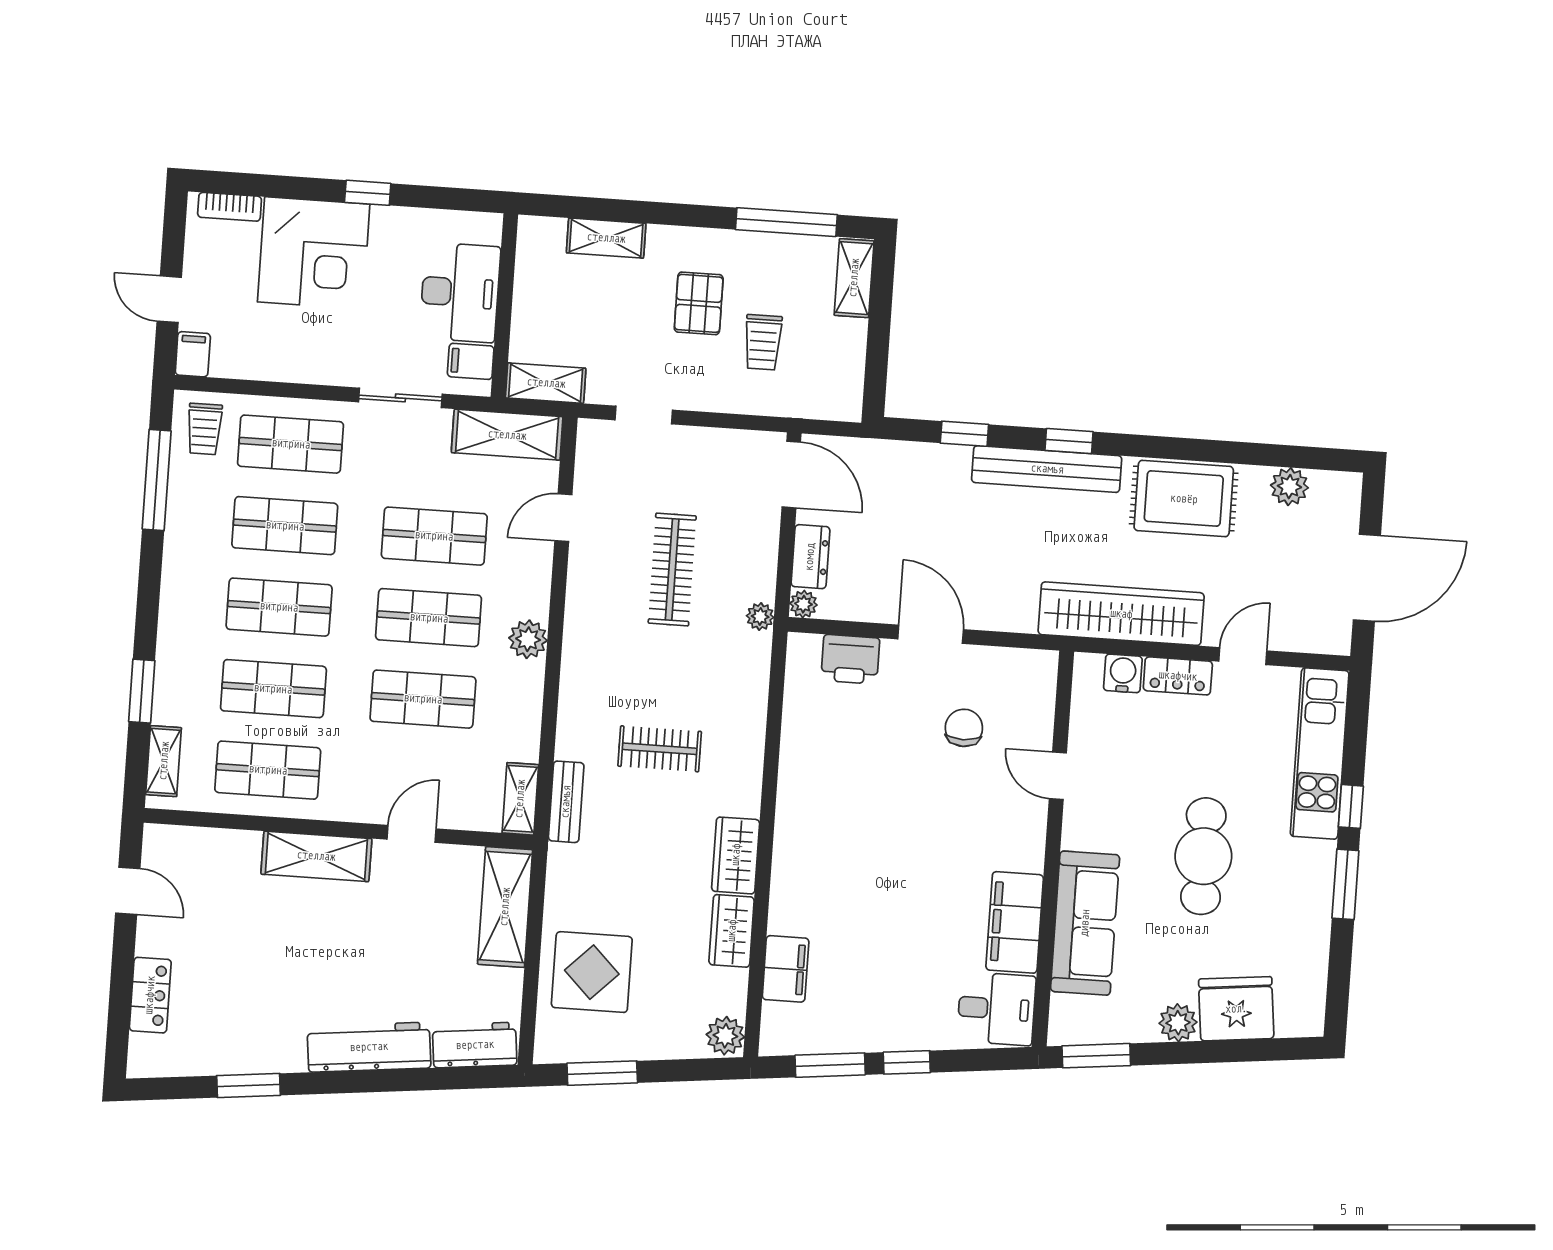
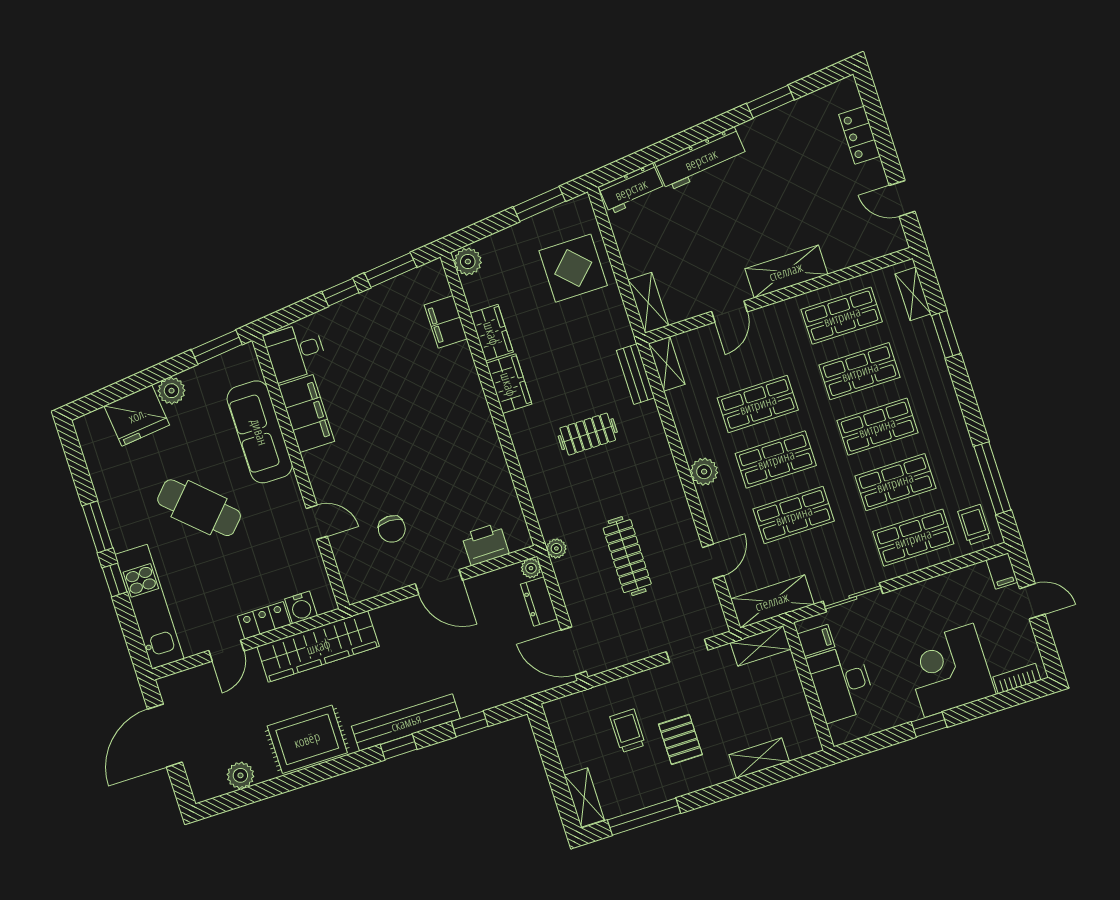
cafe table: (1203, 856) -> (199, 508), turned -47
shelving: (505, 907) -> (648, 303), width x0.67, depth x0.75

